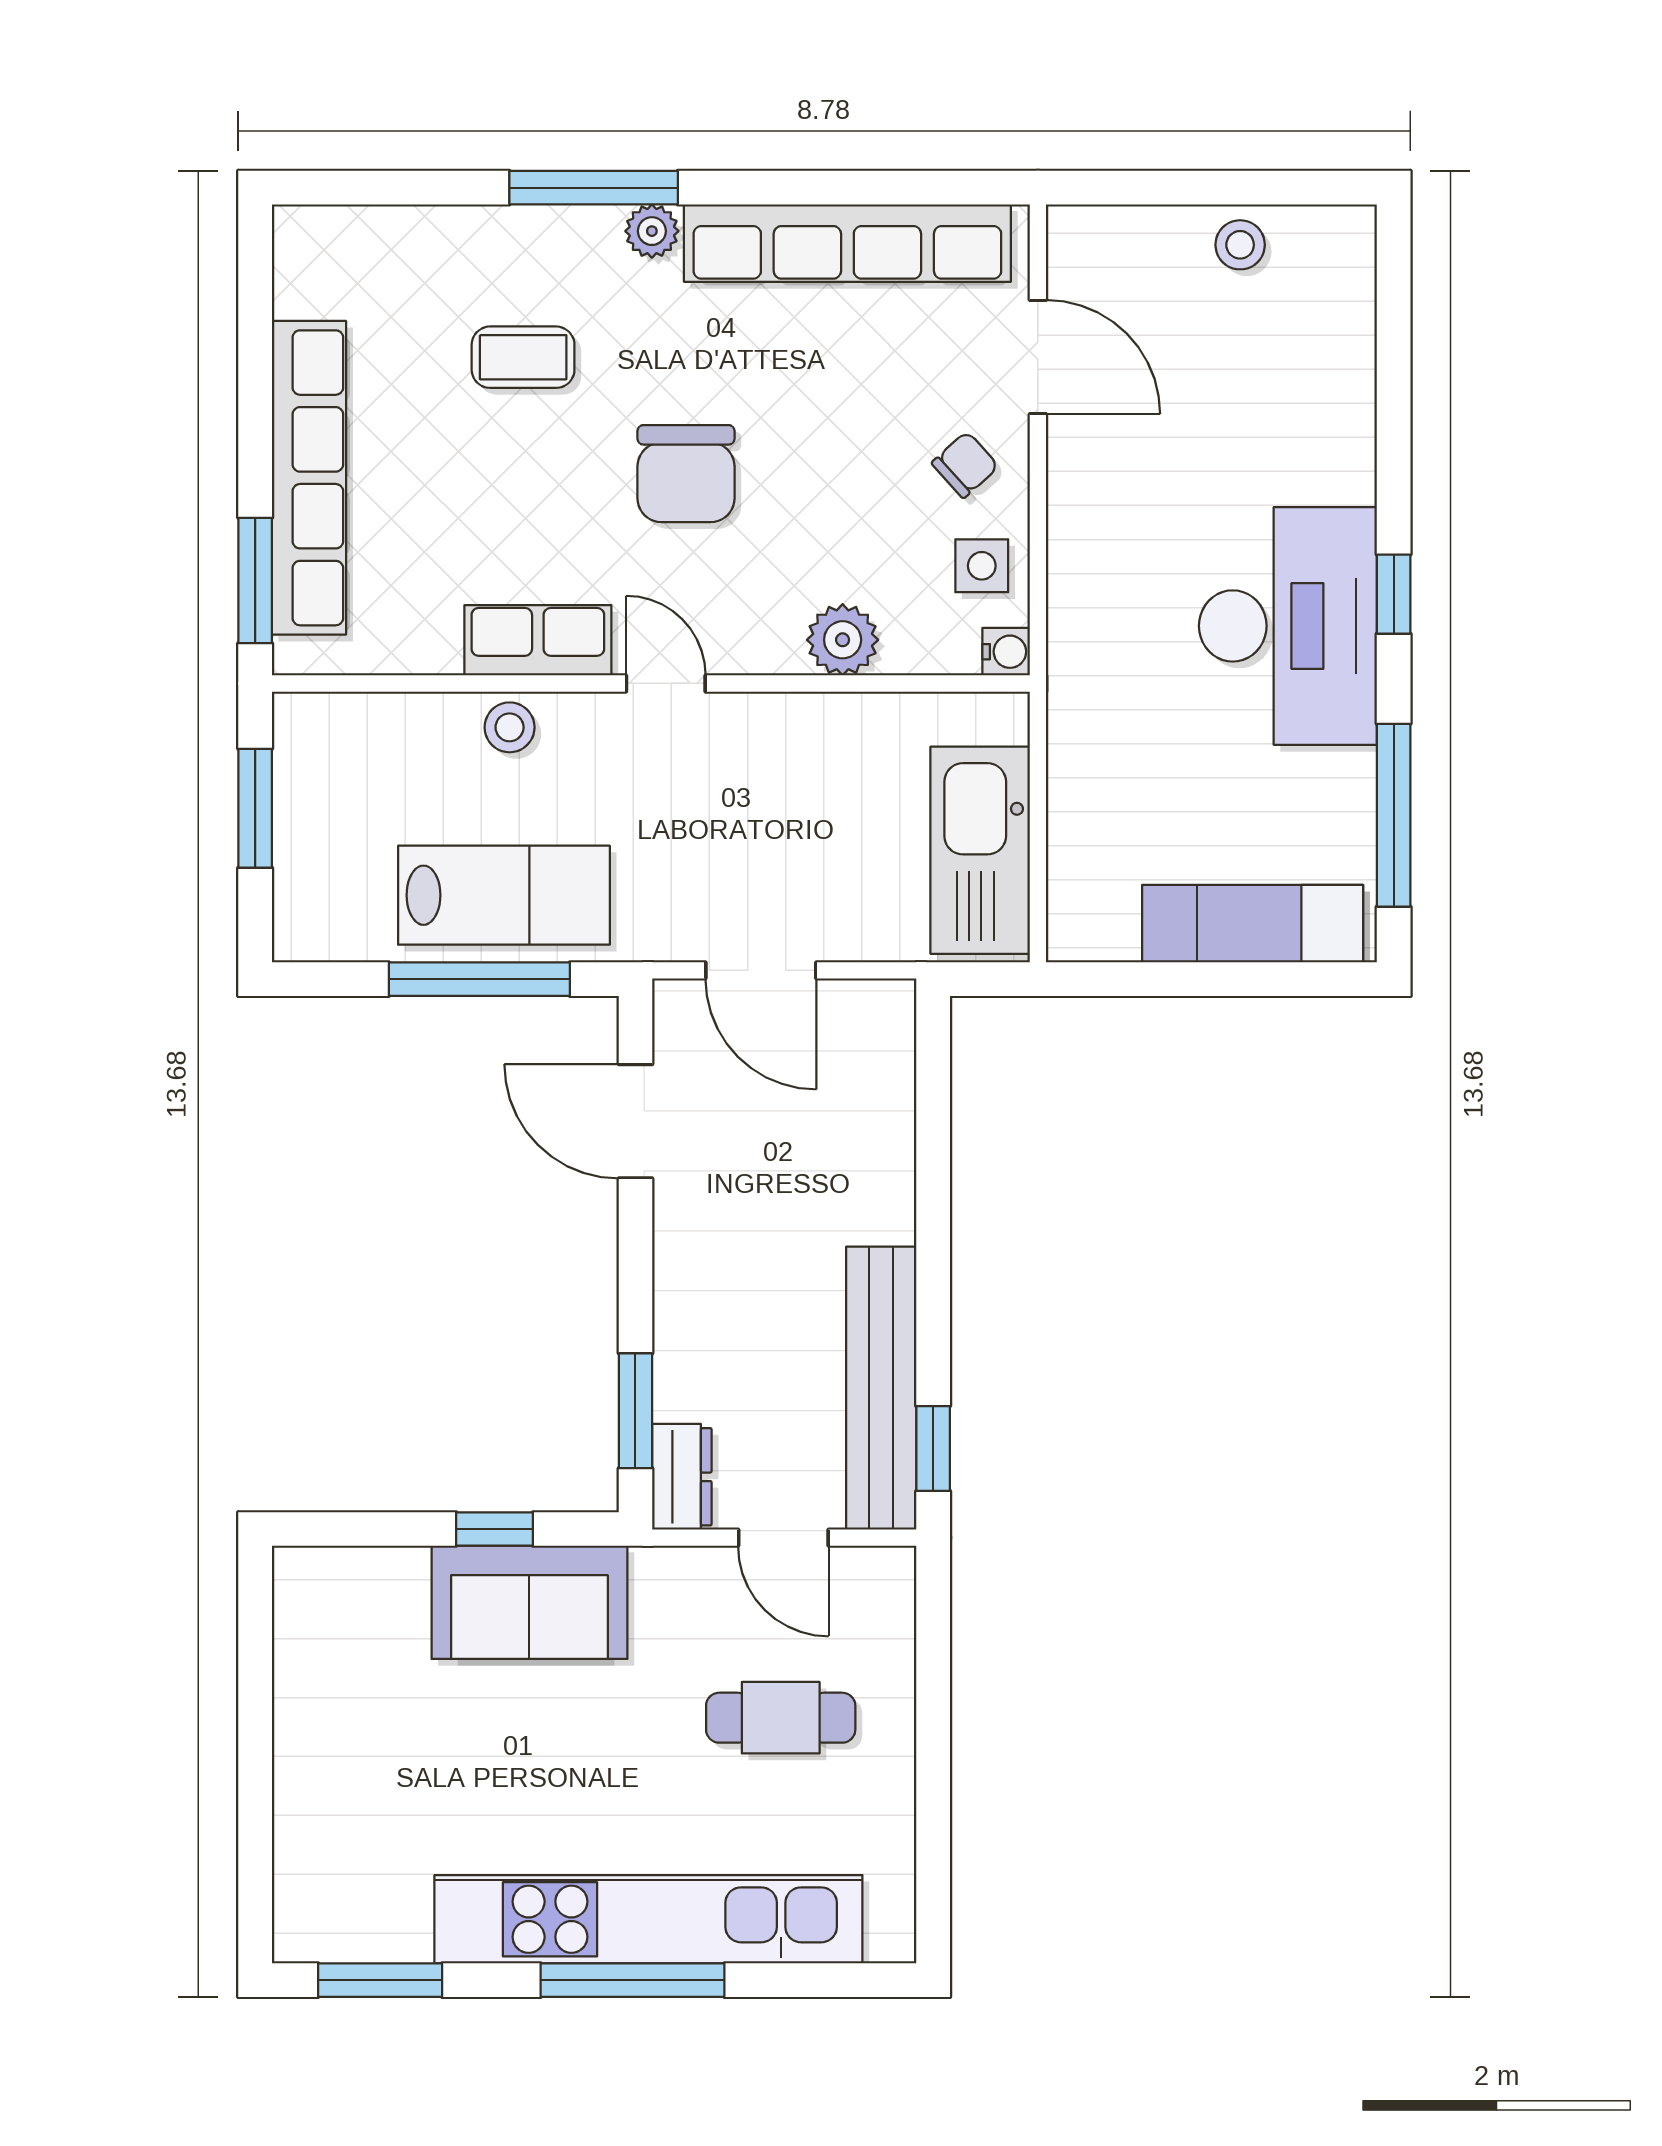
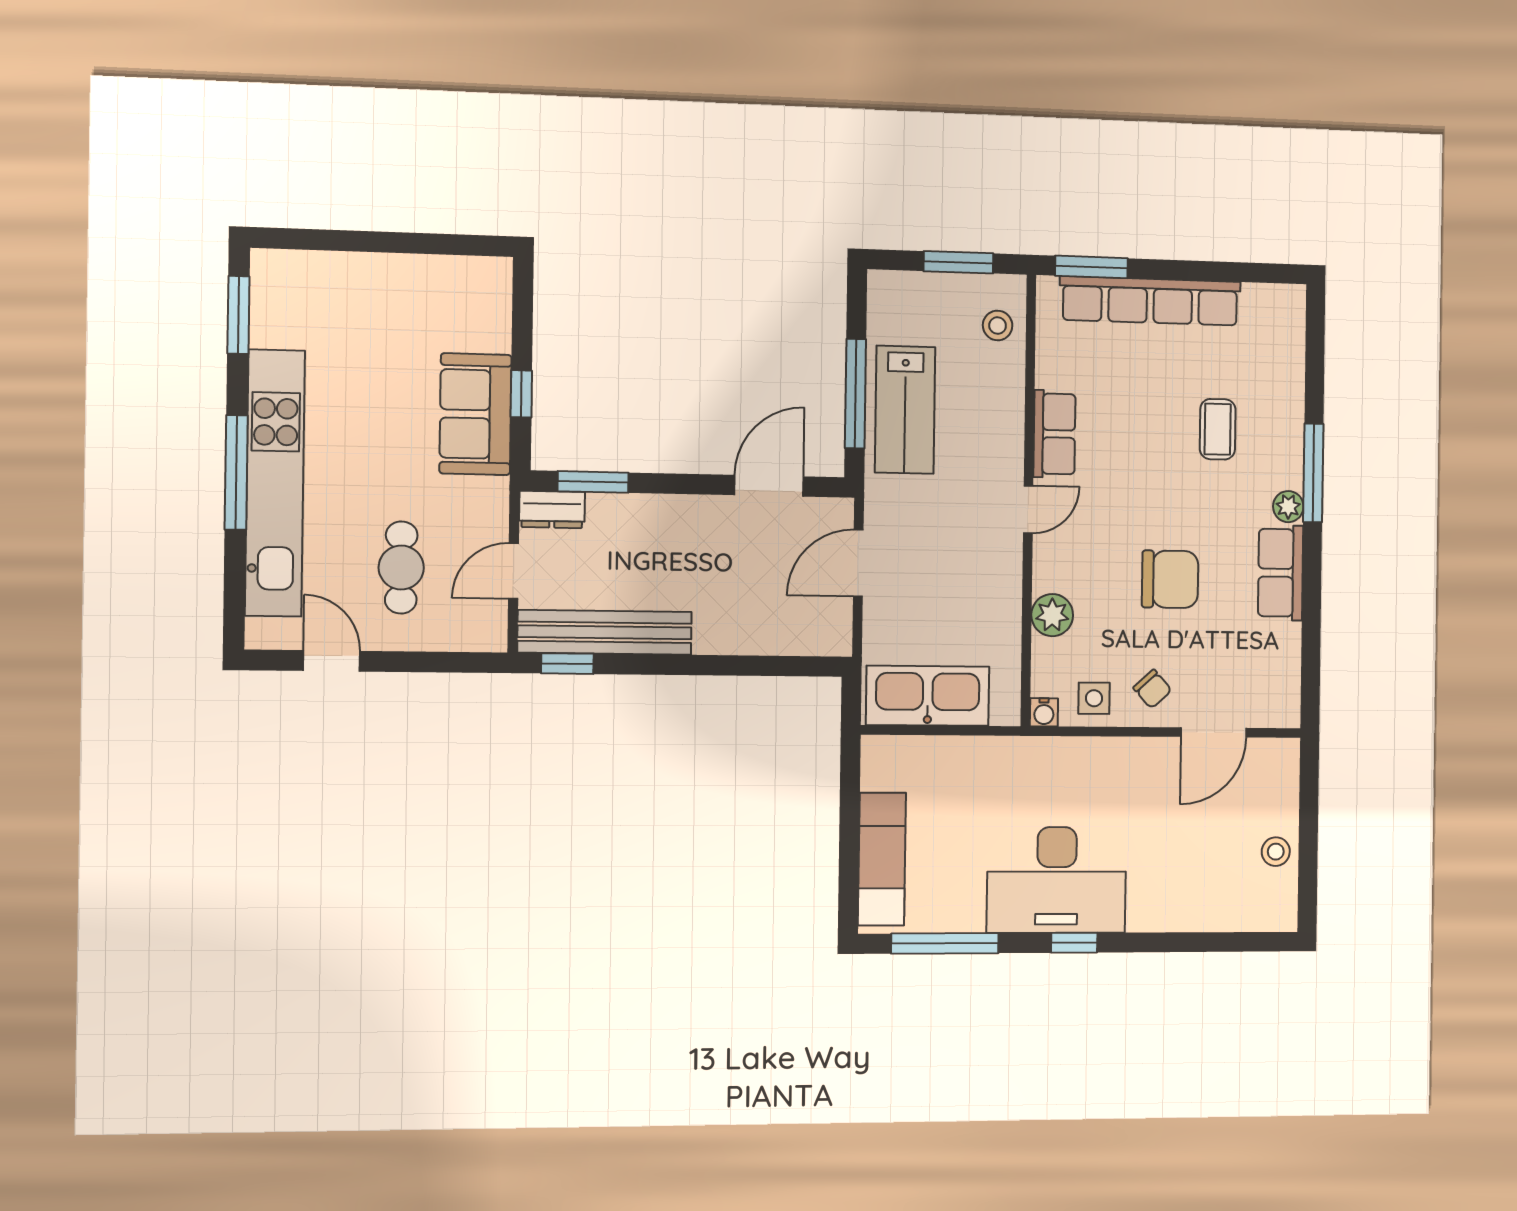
row of seats: (847, 243) -> (1281, 573), width x0.50
chair: (686, 474) -> (1170, 579), moved, turned 180
stool: (510, 727) -> (998, 326), moved
door: (933, 1826) -> (332, 661), added

